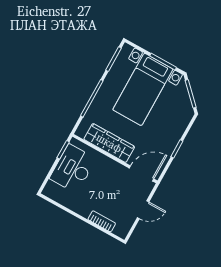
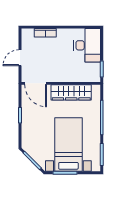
desk: (73, 169) -> (87, 45), moved
door: (142, 173) -> (36, 83), hinge flipped

